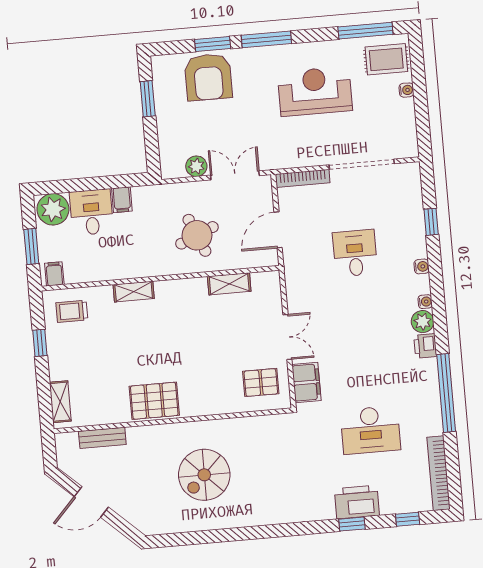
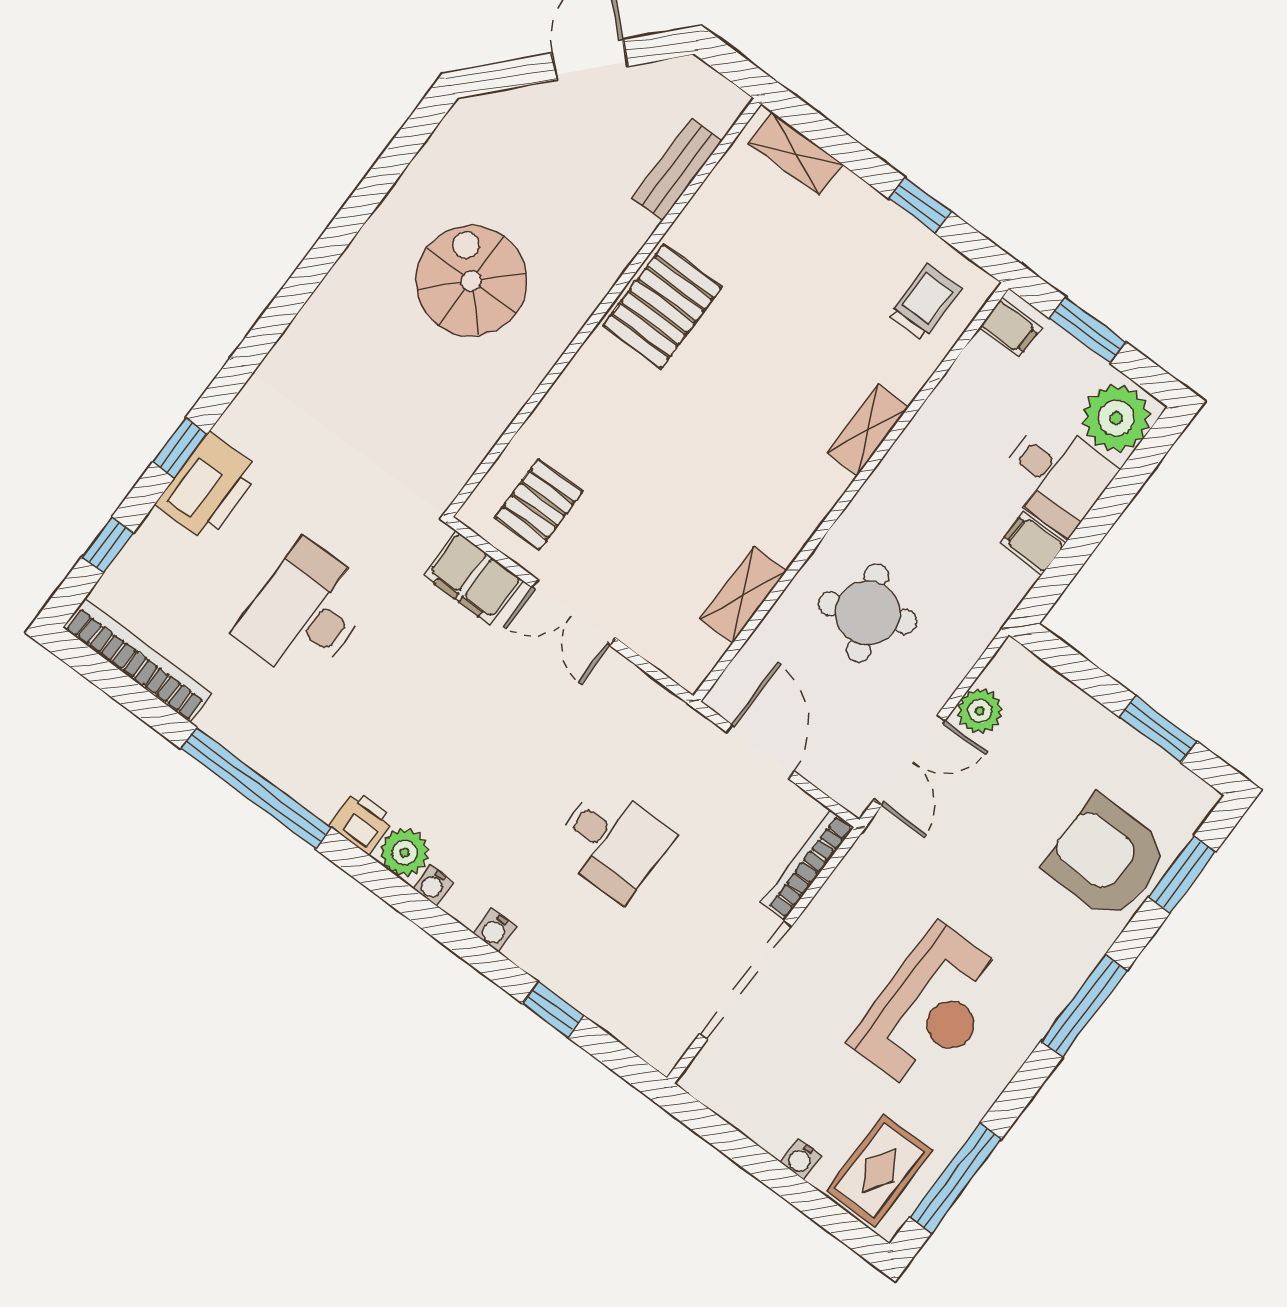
window: (213, 44) -> (1182, 874), moved

